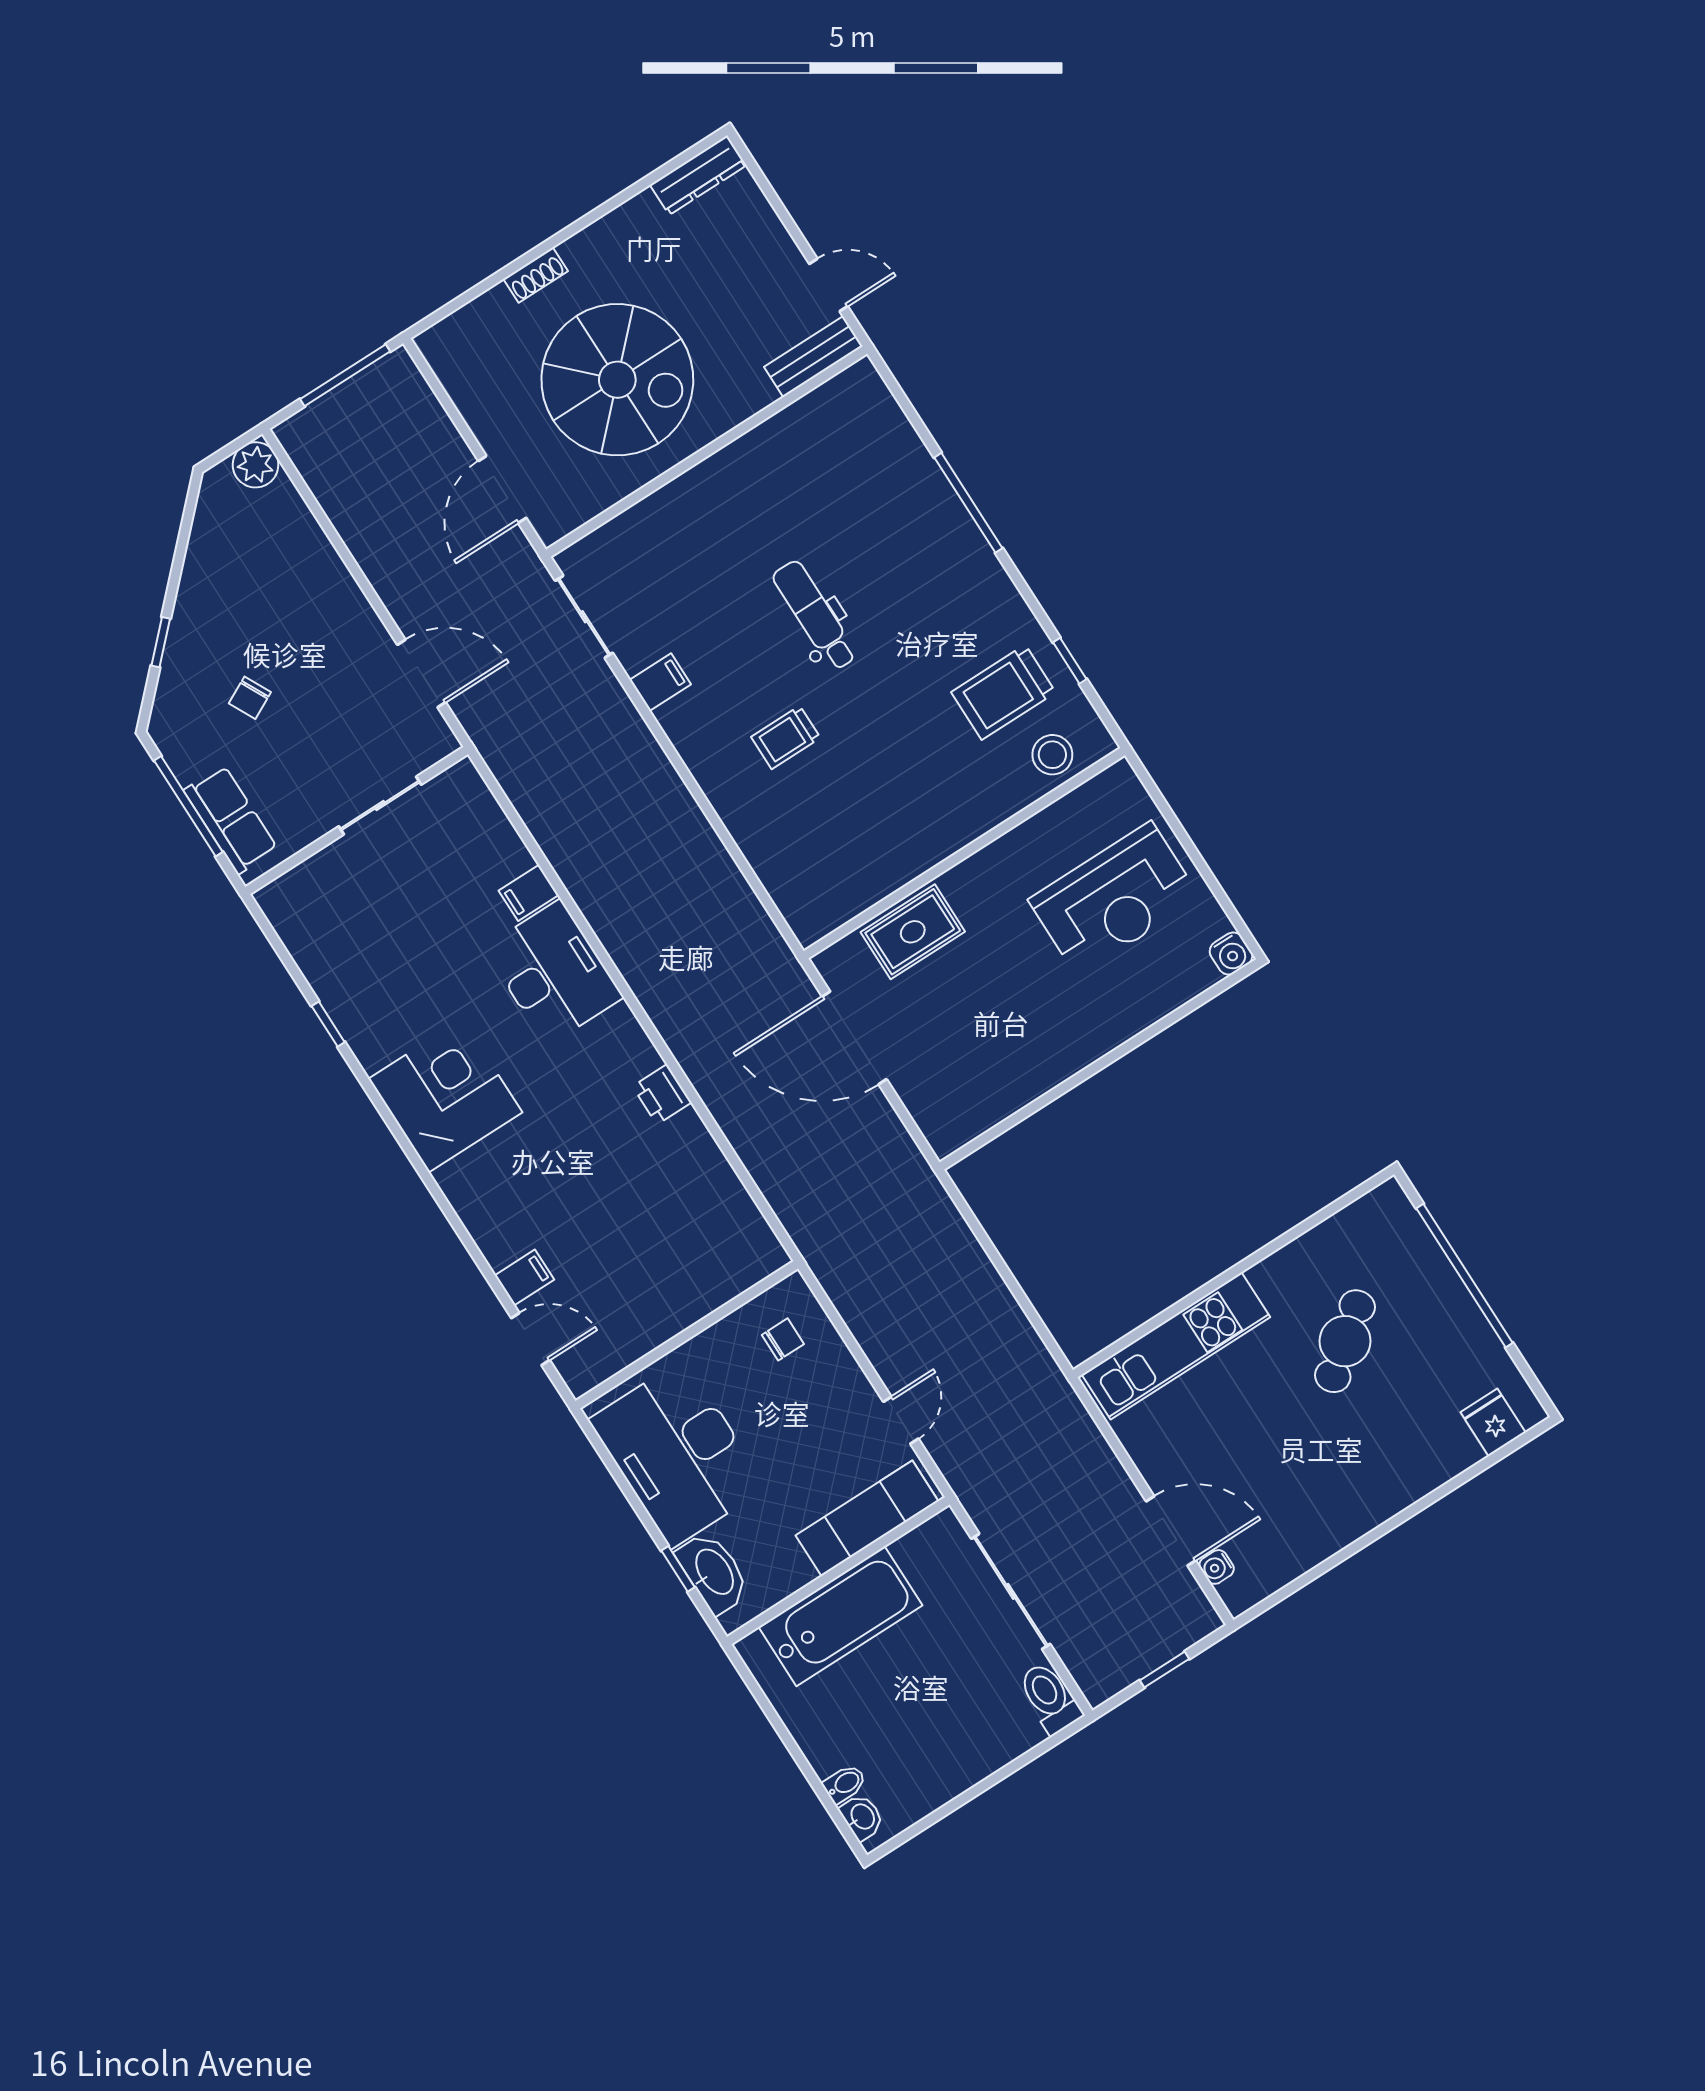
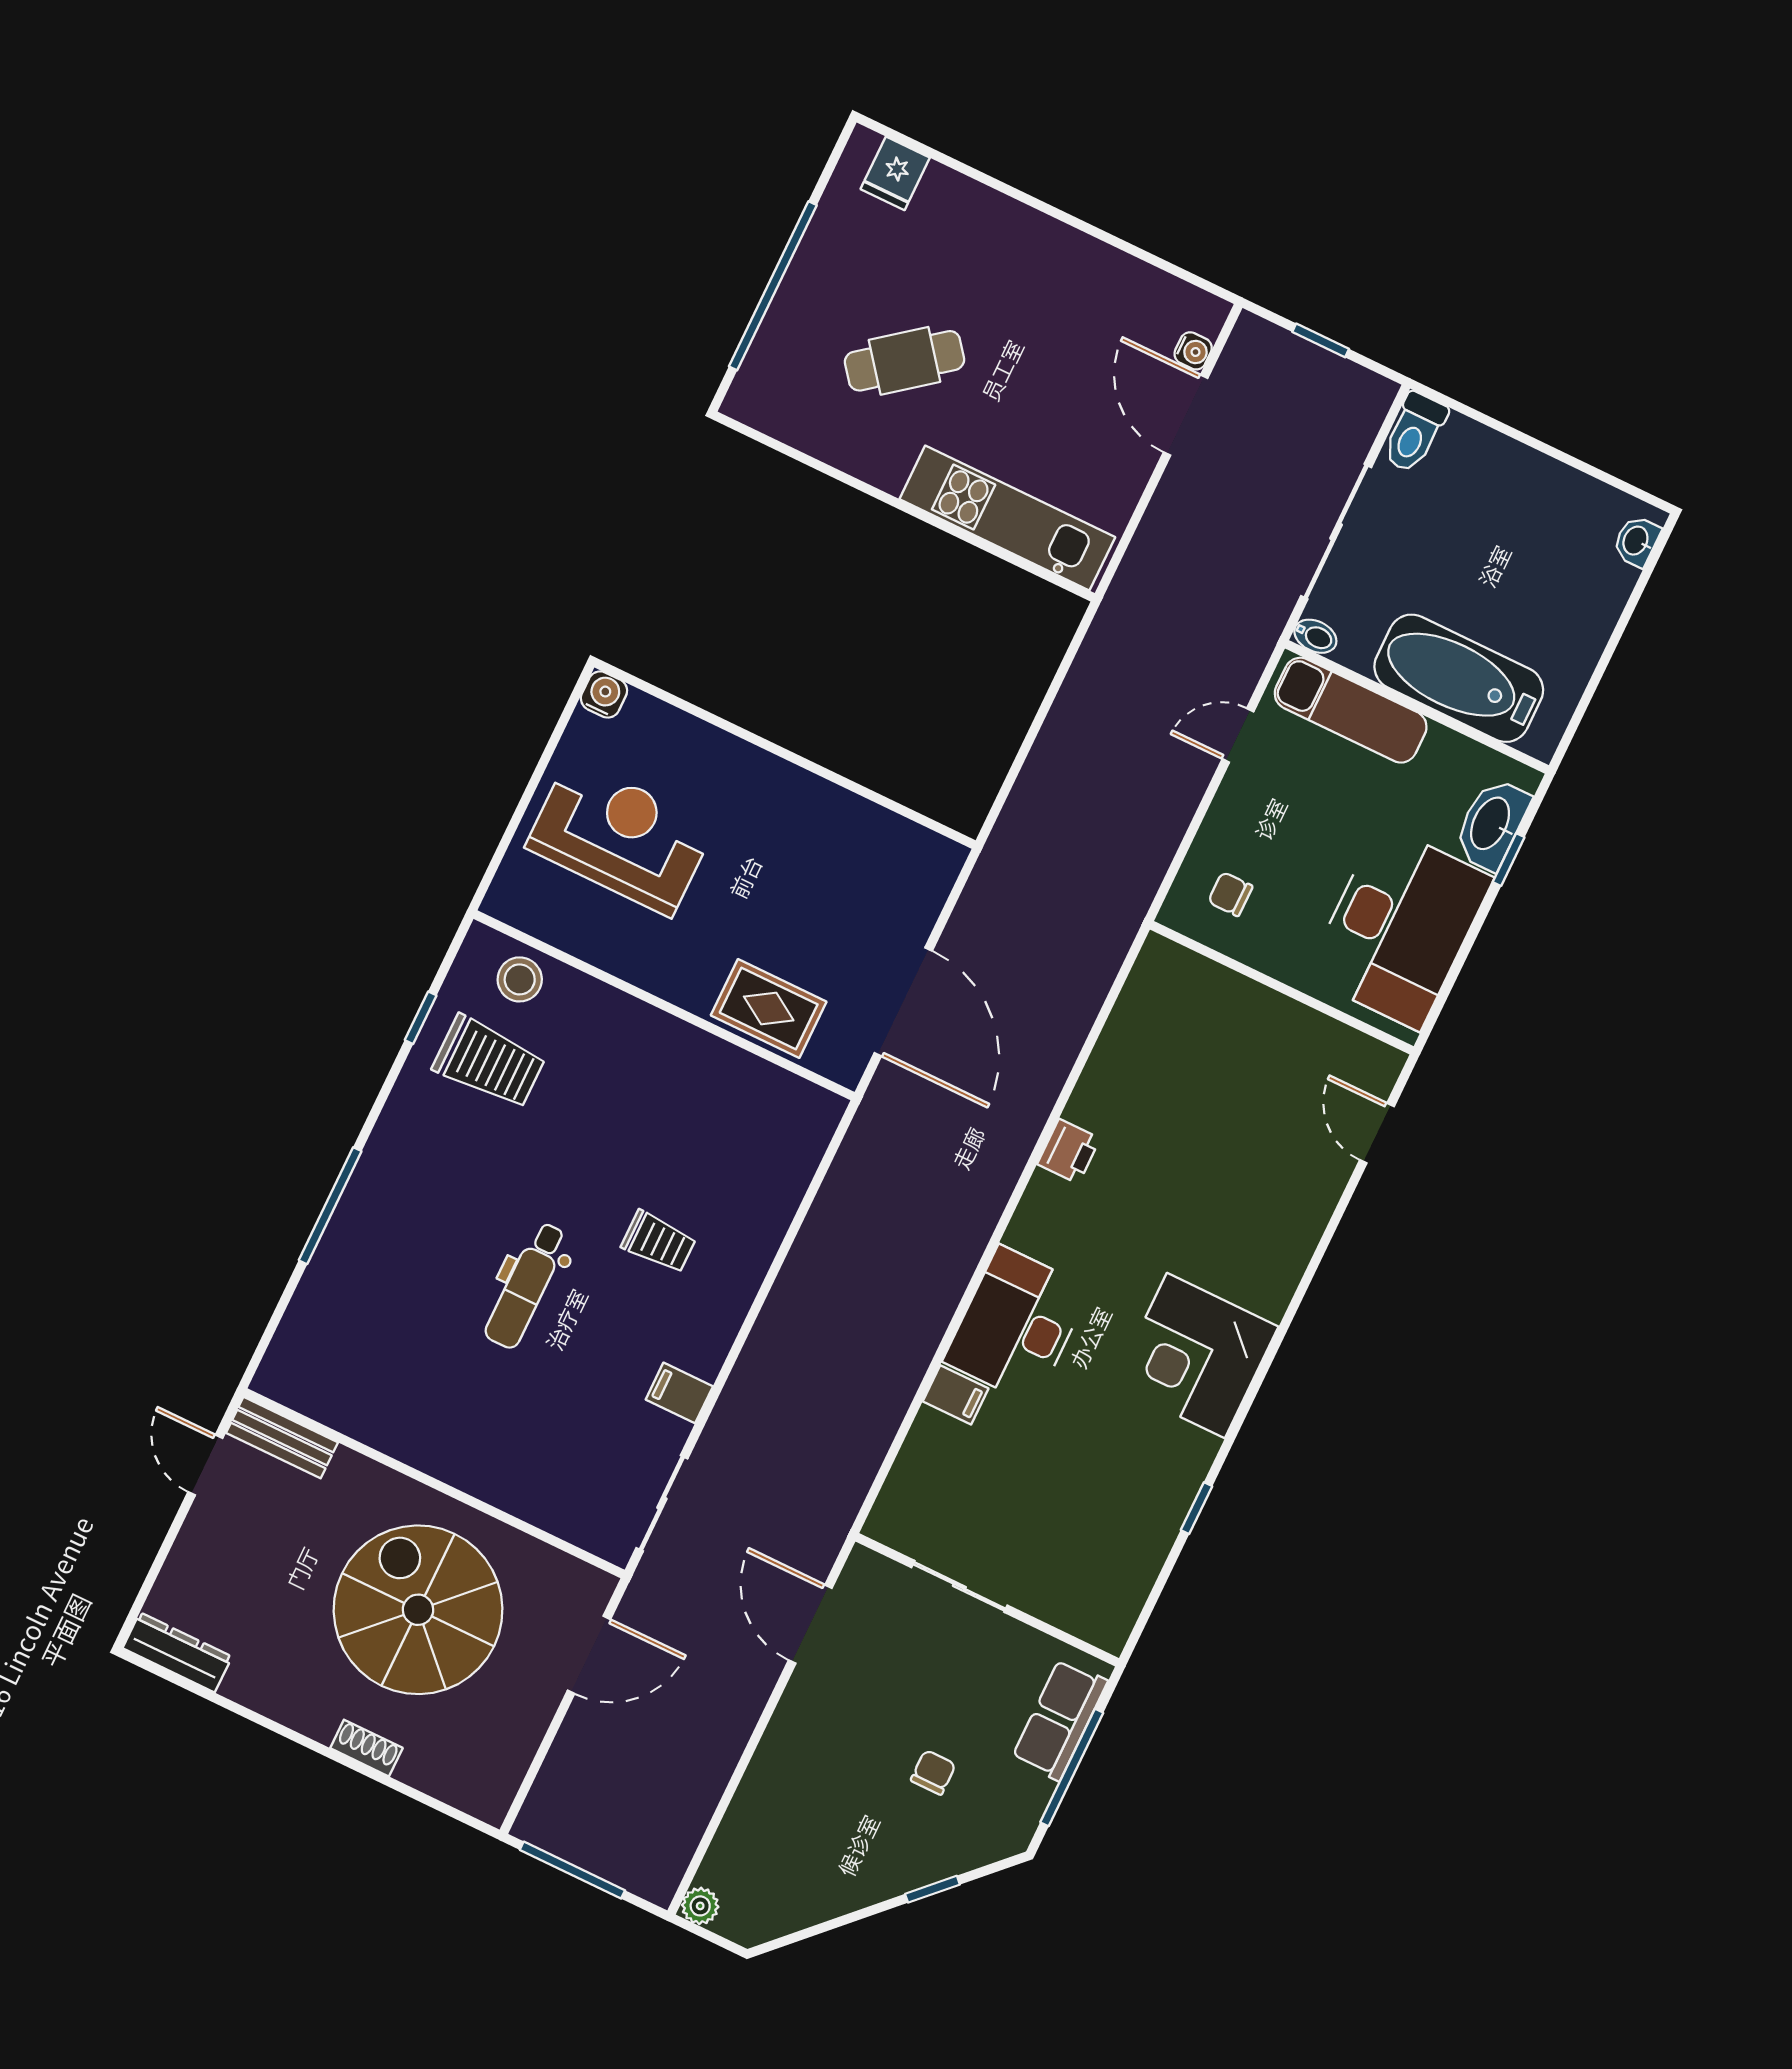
plant: (256, 465) -> (700, 1906), width x0.73, depth x0.73
chair: (250, 698) -> (933, 1772), turned -63
filing cabinet: (524, 1278) -> (1322, 1175), removed
bidet: (845, 1784) -> (1315, 636), moved, turned 180

